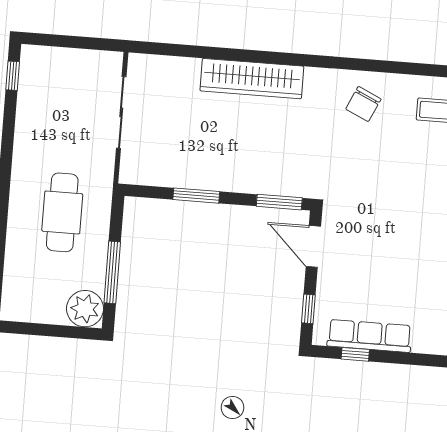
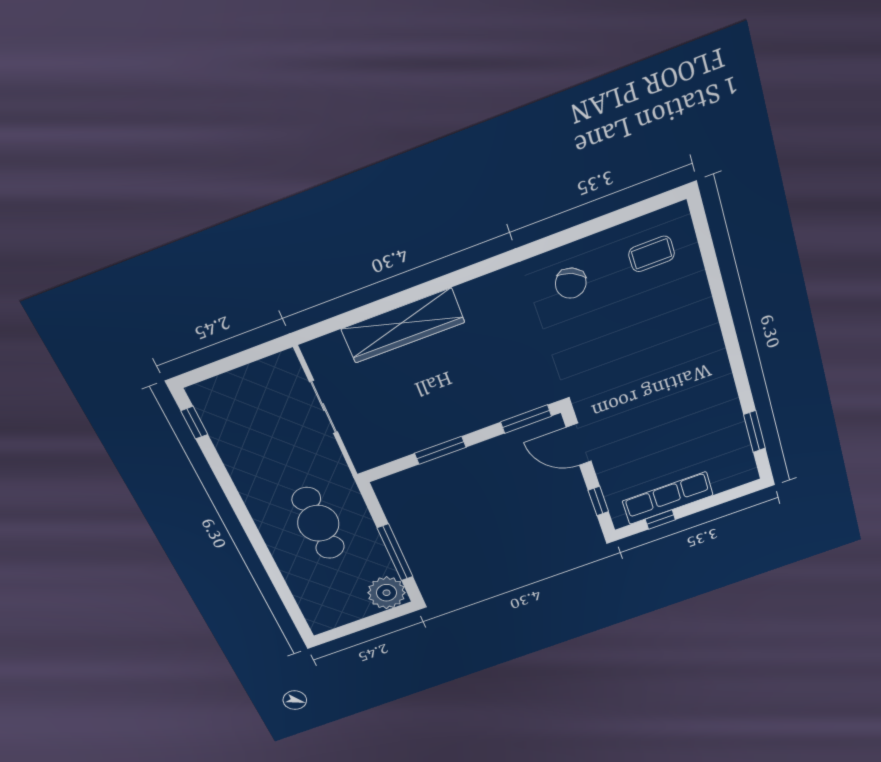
wardrobe: (252, 79) -> (403, 326), moved
sliding door: (121, 112) -> (324, 407), width x0.73

